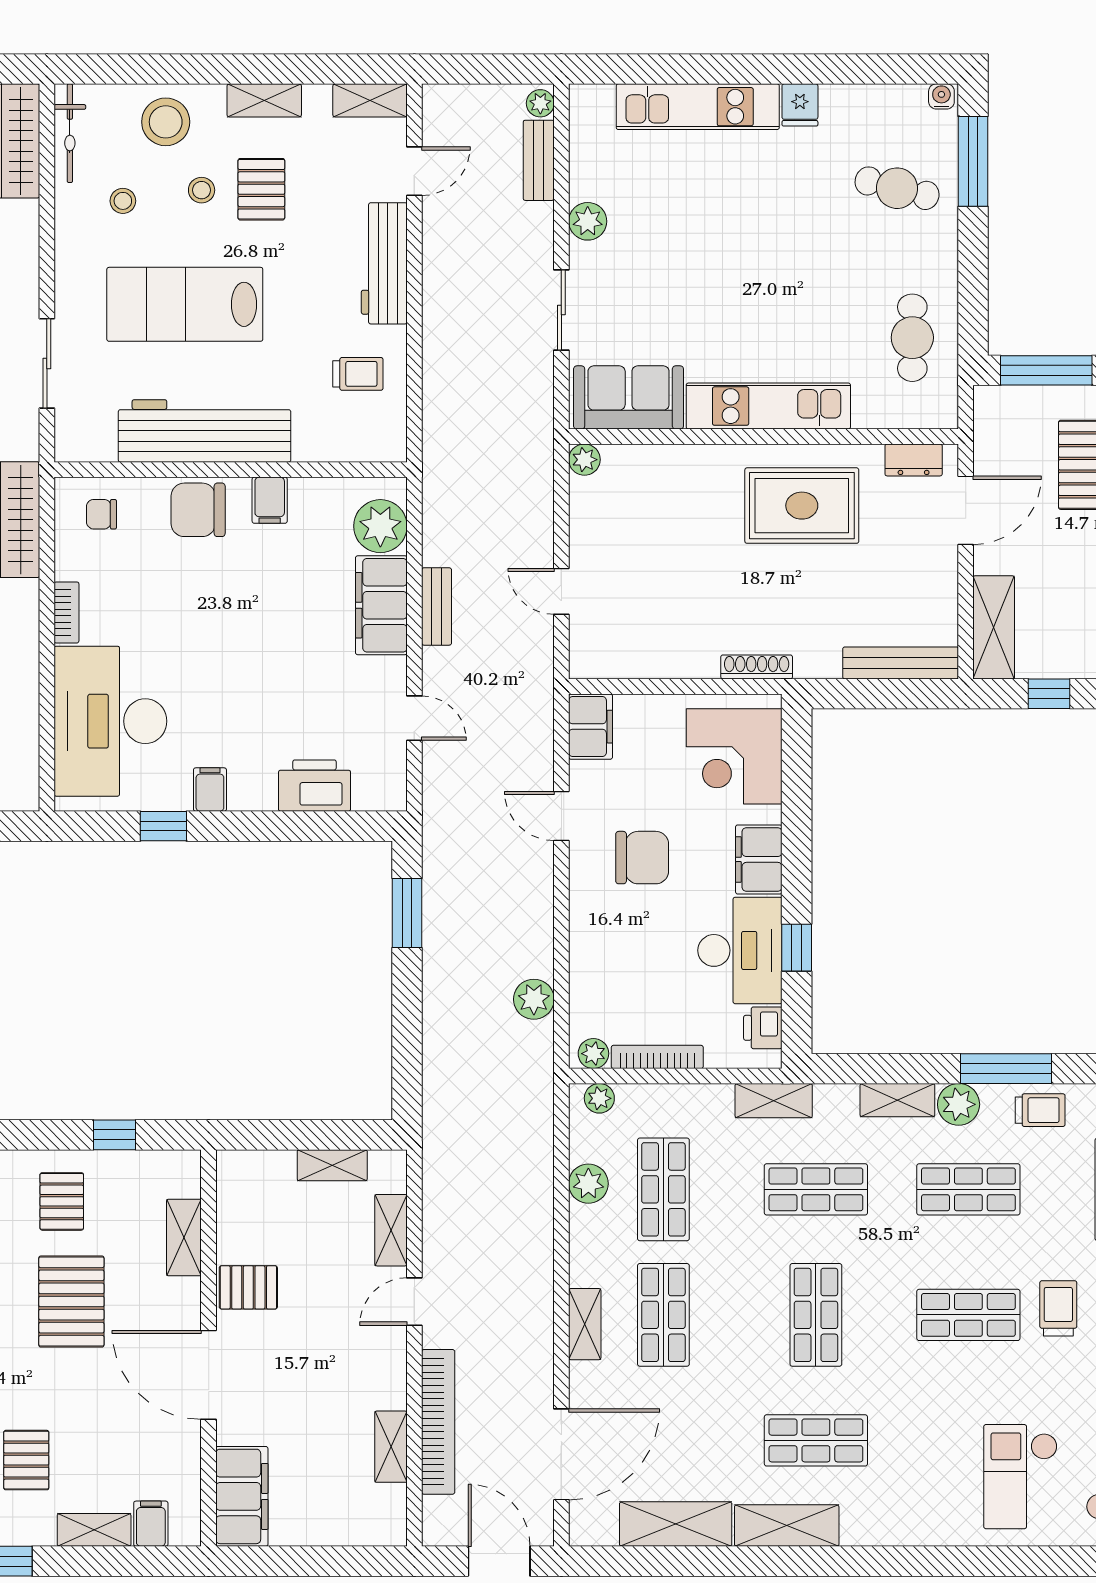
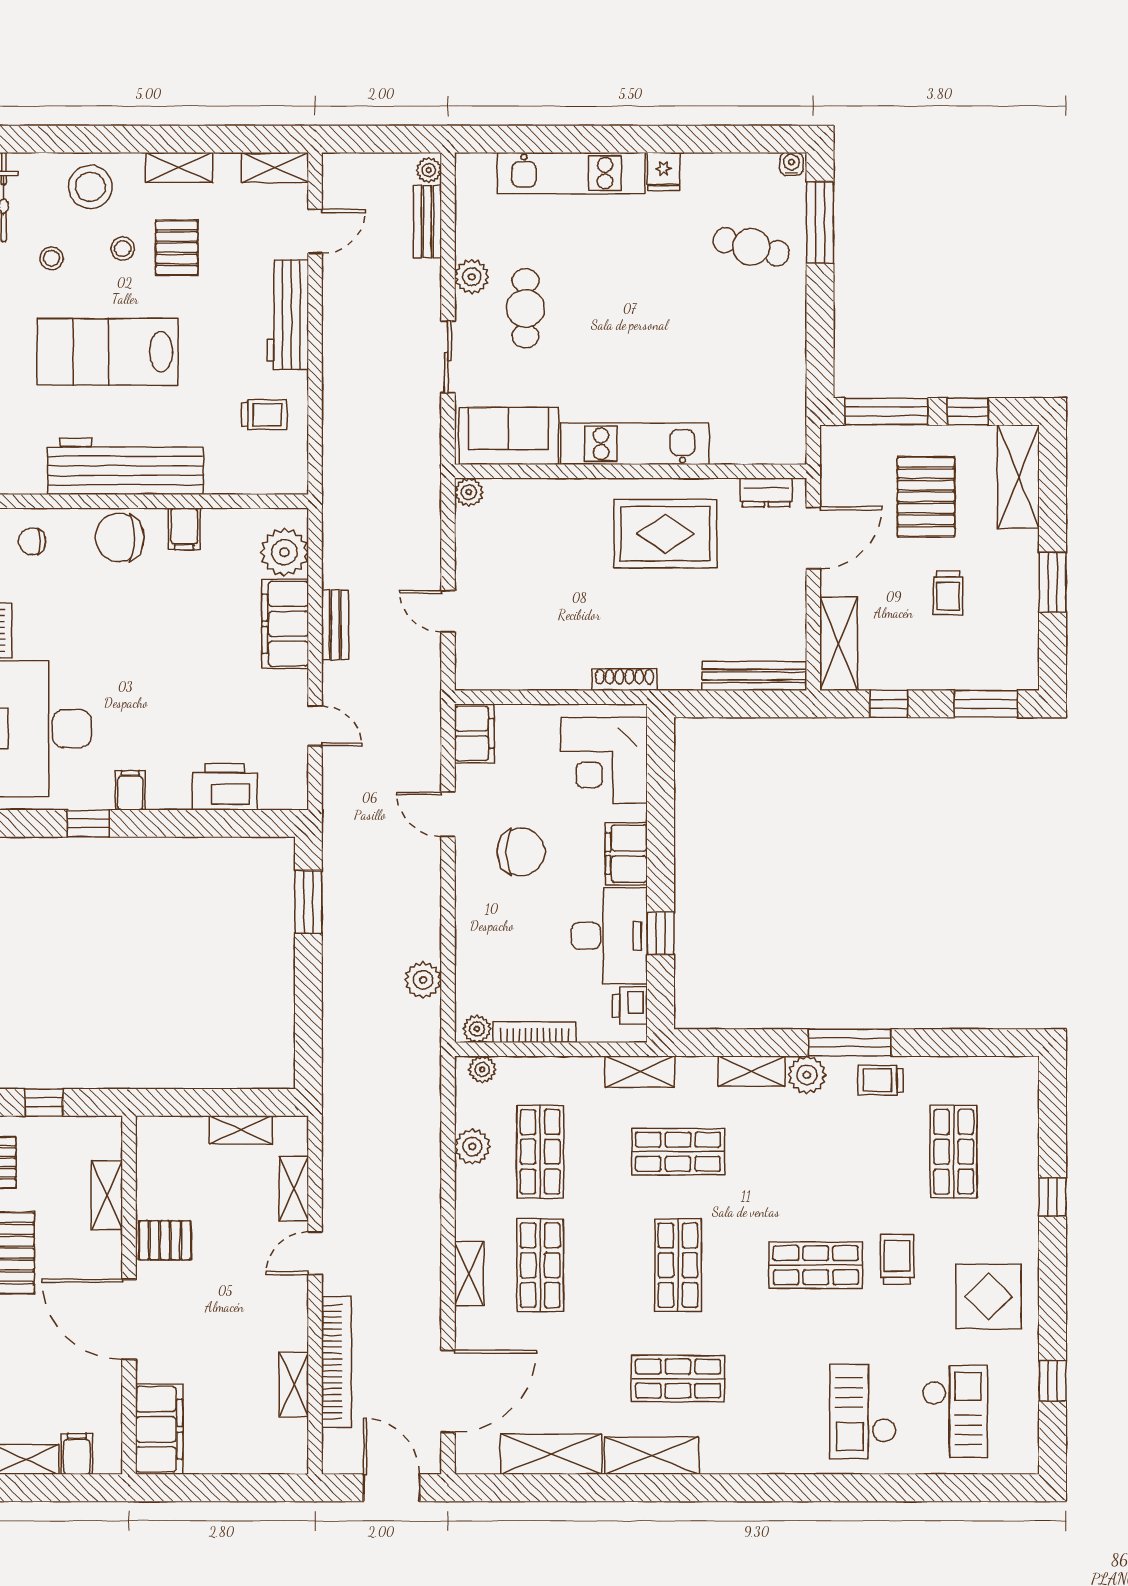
cafe table: (912, 338) -> (525, 308), moved
trolley: (1040, 1110) -> (881, 1080), turned 180
shop shelf: (968, 1189) -> (816, 1152), removed

